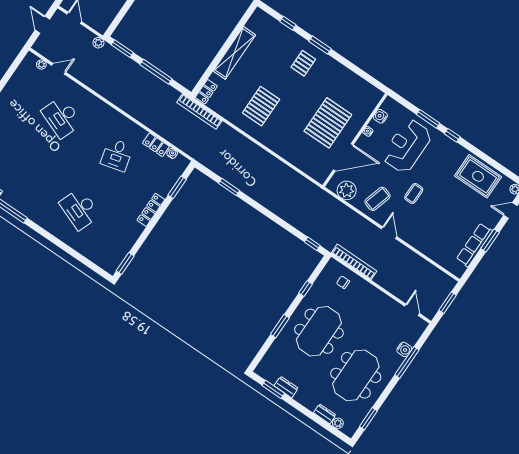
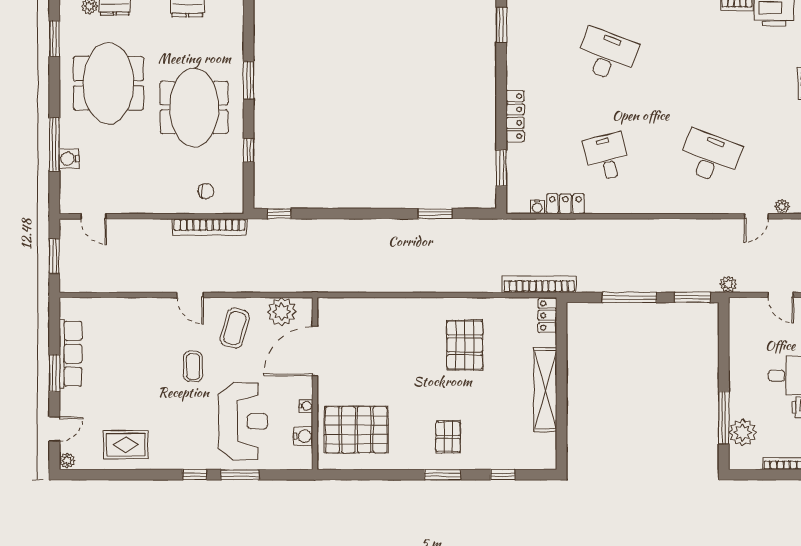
pallet: (328, 123) -> (356, 430), moved, turned 90
rug: (478, 176) -> (126, 445), width x0.73, depth x0.70

